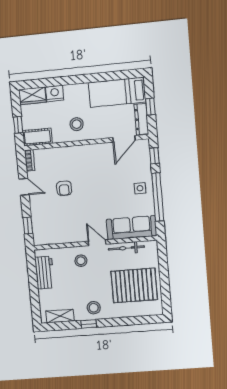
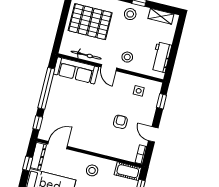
side table: (140, 188) -> (139, 91), moved

